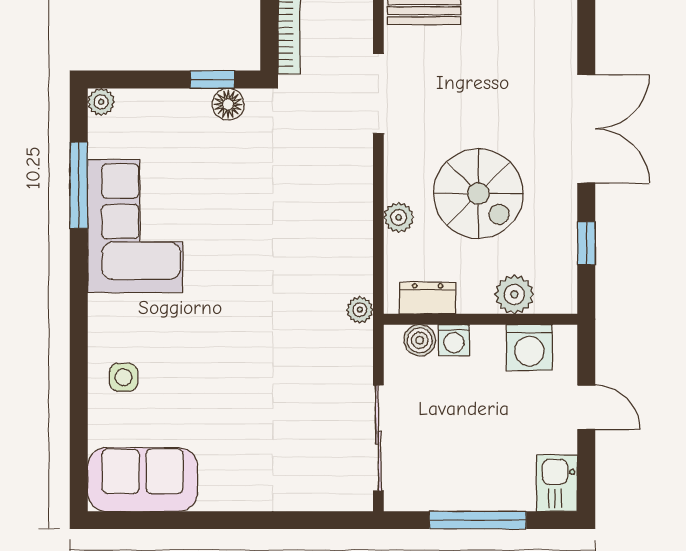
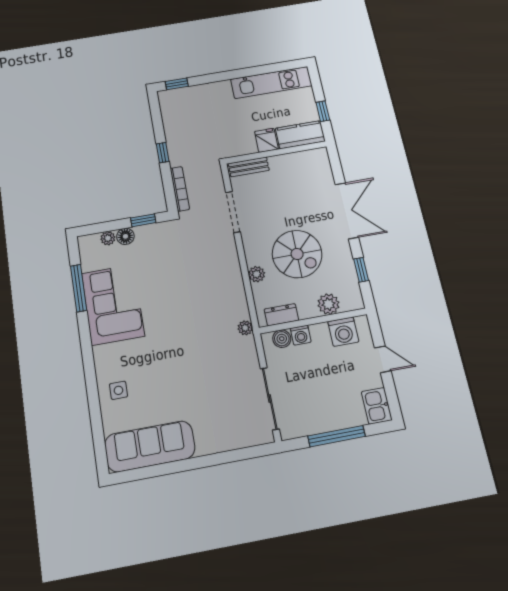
plant: (101, 102) -> (108, 238), moved
floor lamp: (228, 104) -> (125, 236), moved
sofa: (143, 479) -> (150, 446), width x1.36

